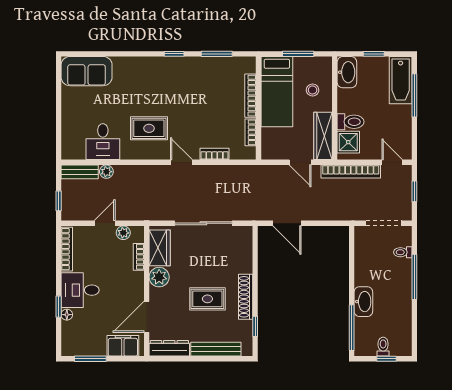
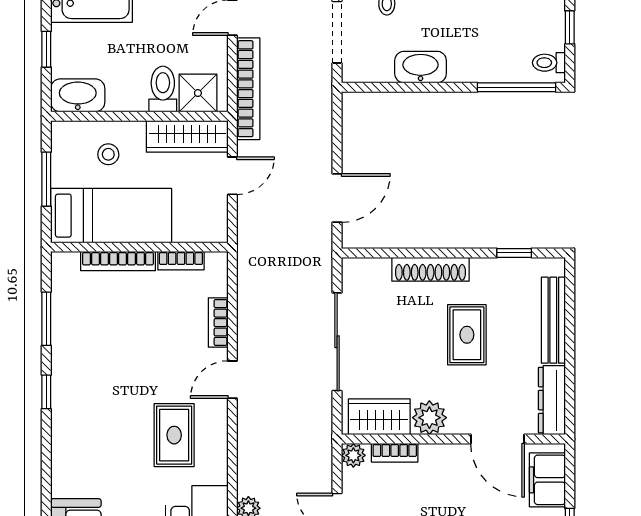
plant: (123, 233) -> (353, 455), moved
shoe rack: (246, 297) -> (431, 269), moved
washbasin: (363, 302) -> (421, 67), moved
toilet: (383, 347) -> (549, 63), moved

